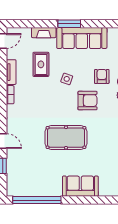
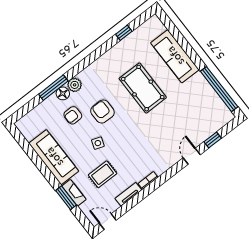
window: (69, 24) -> (66, 198), moved
pool table: (66, 138) -> (143, 88), moved
sofa: (80, 186) -> (175, 56), width x1.36

